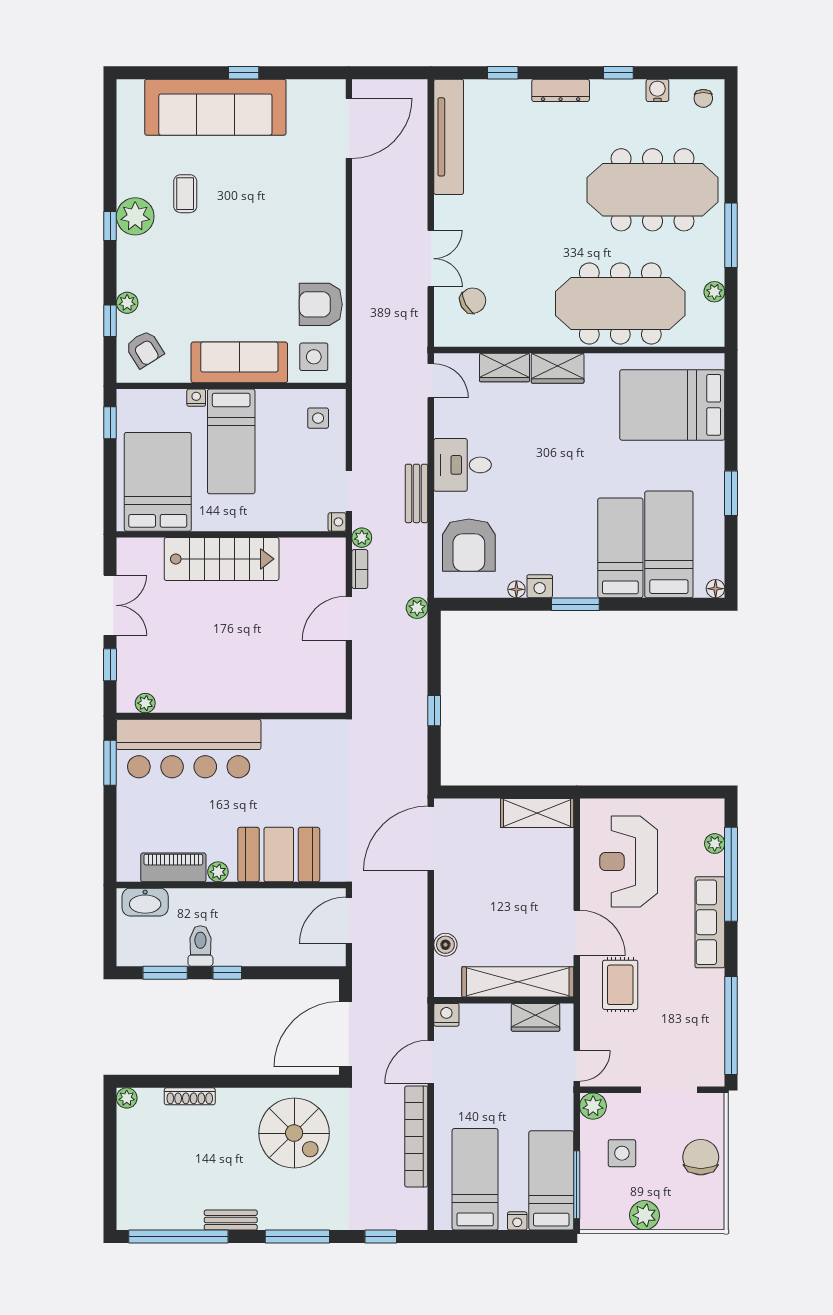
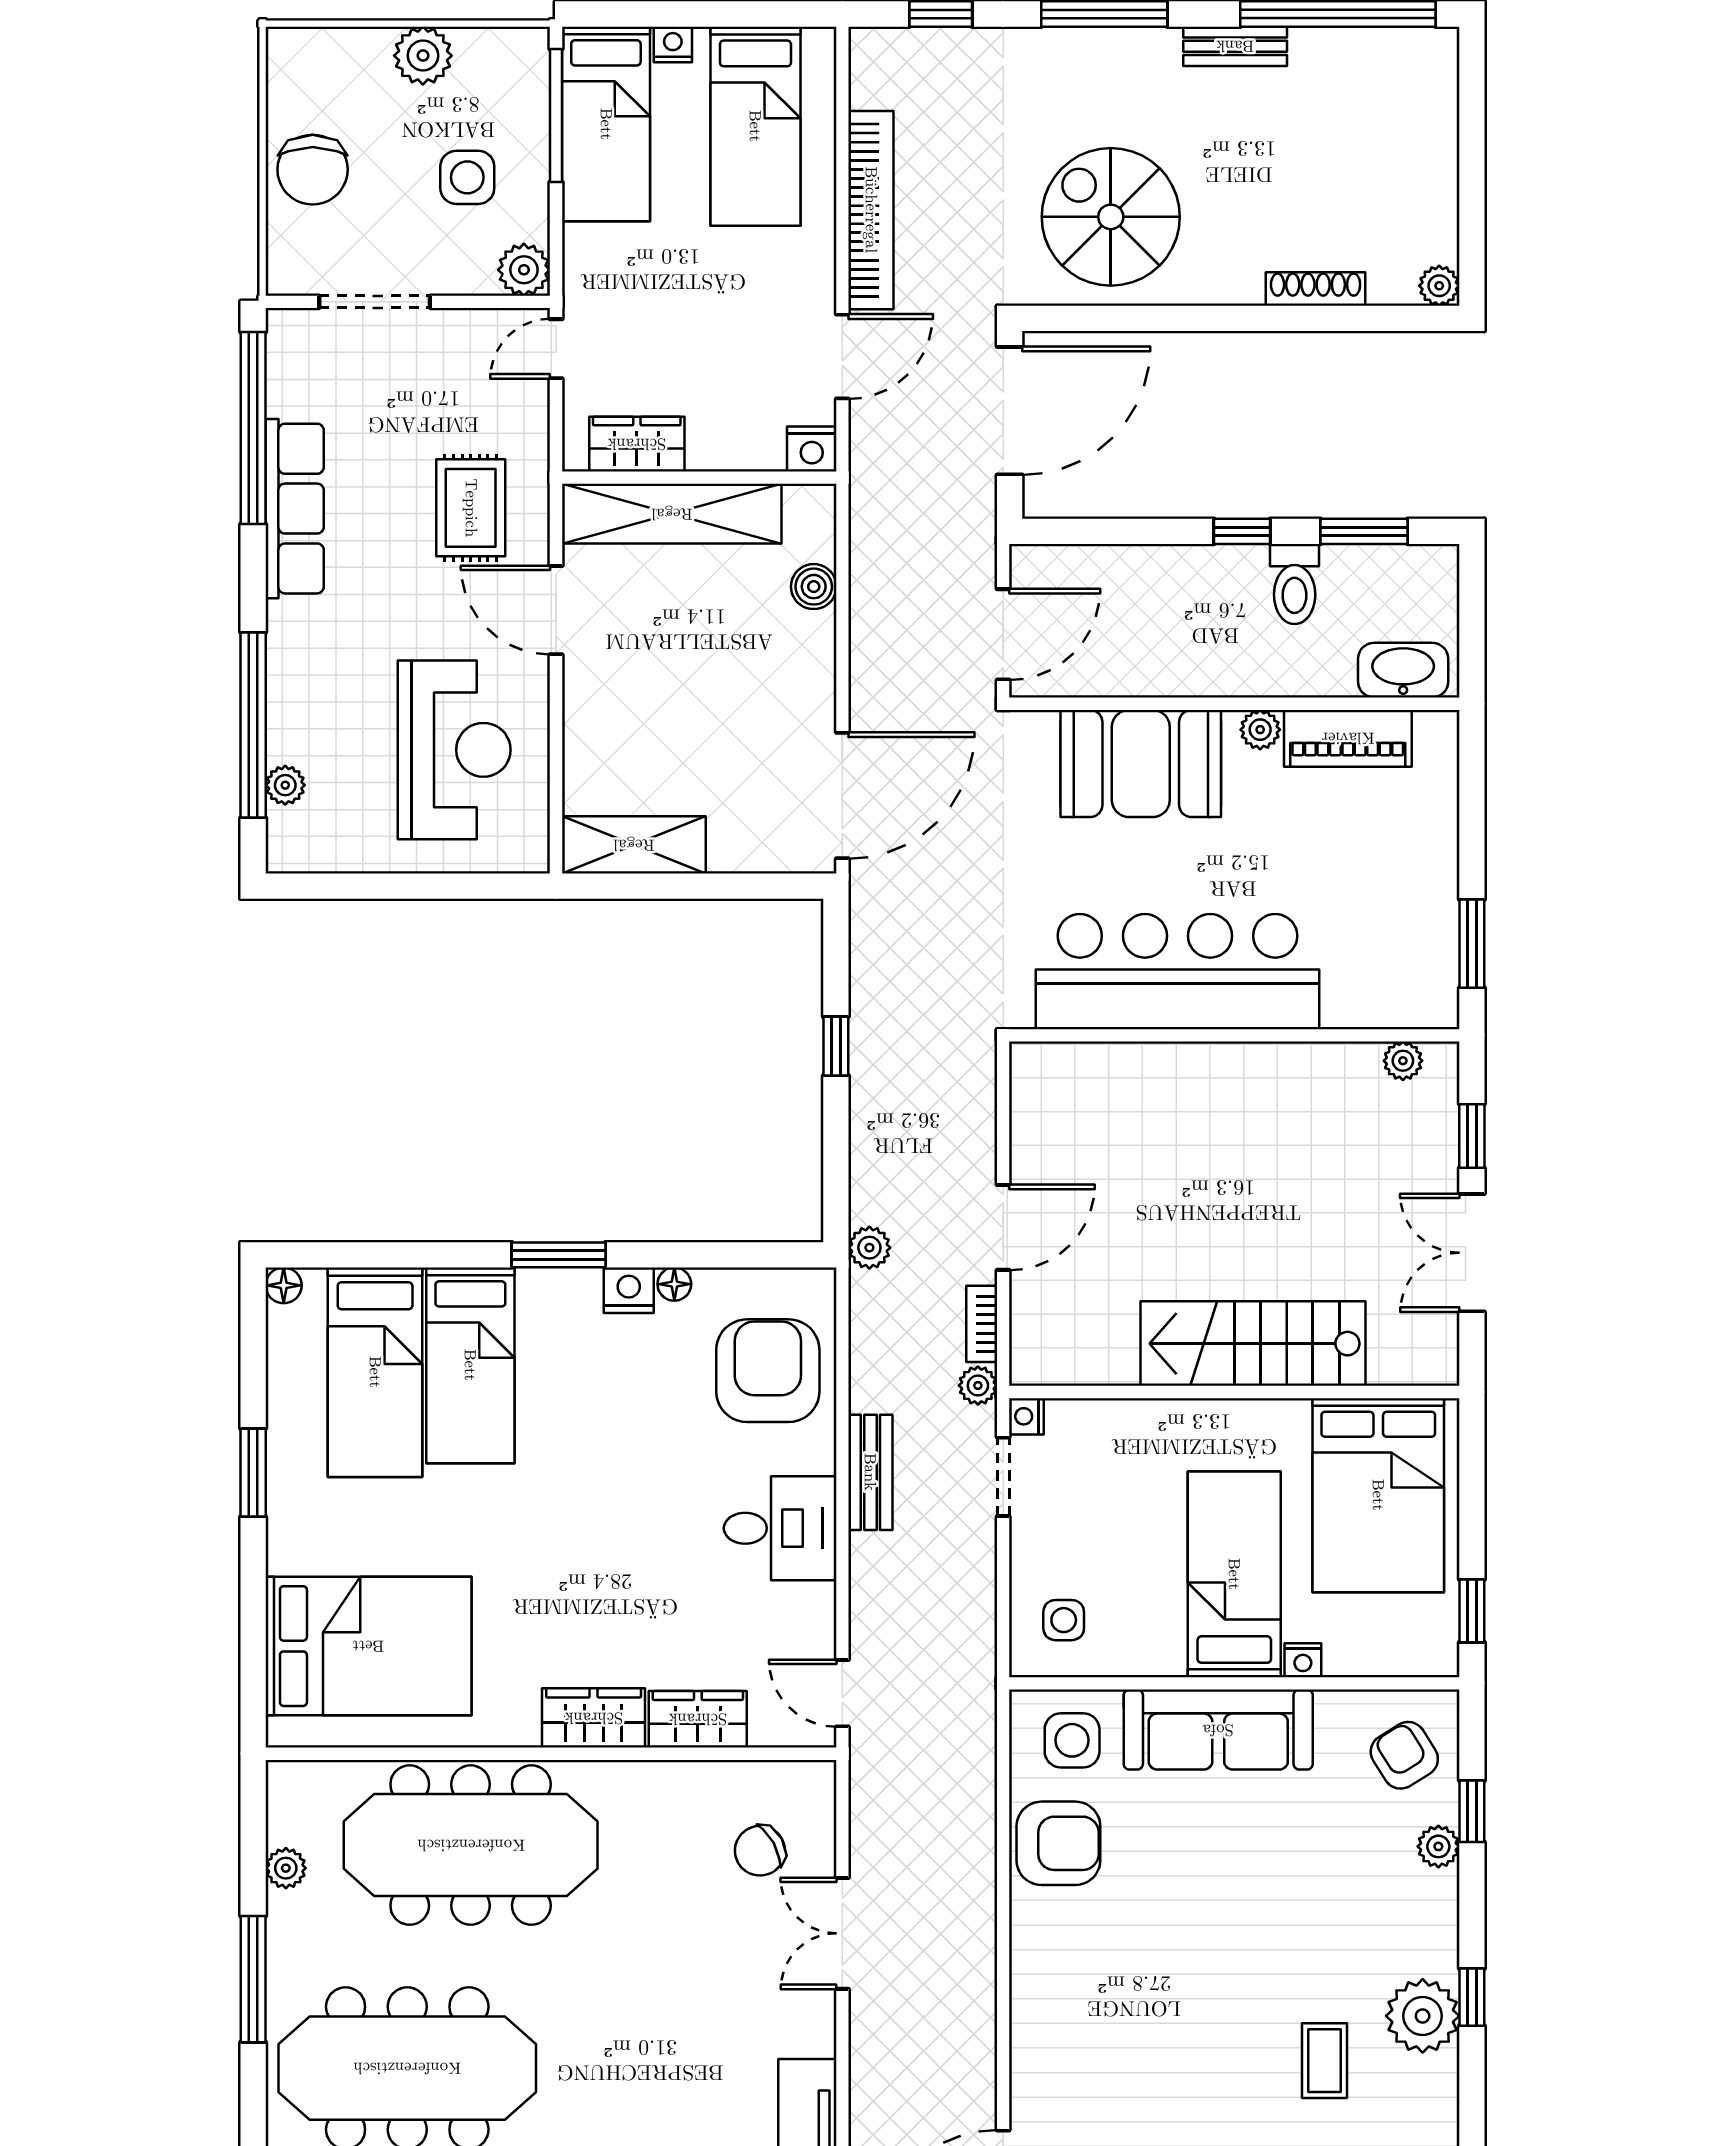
bar counter: (189, 749) -> (1178, 972), moved
row of seats: (710, 922) -> (295, 509), moved

